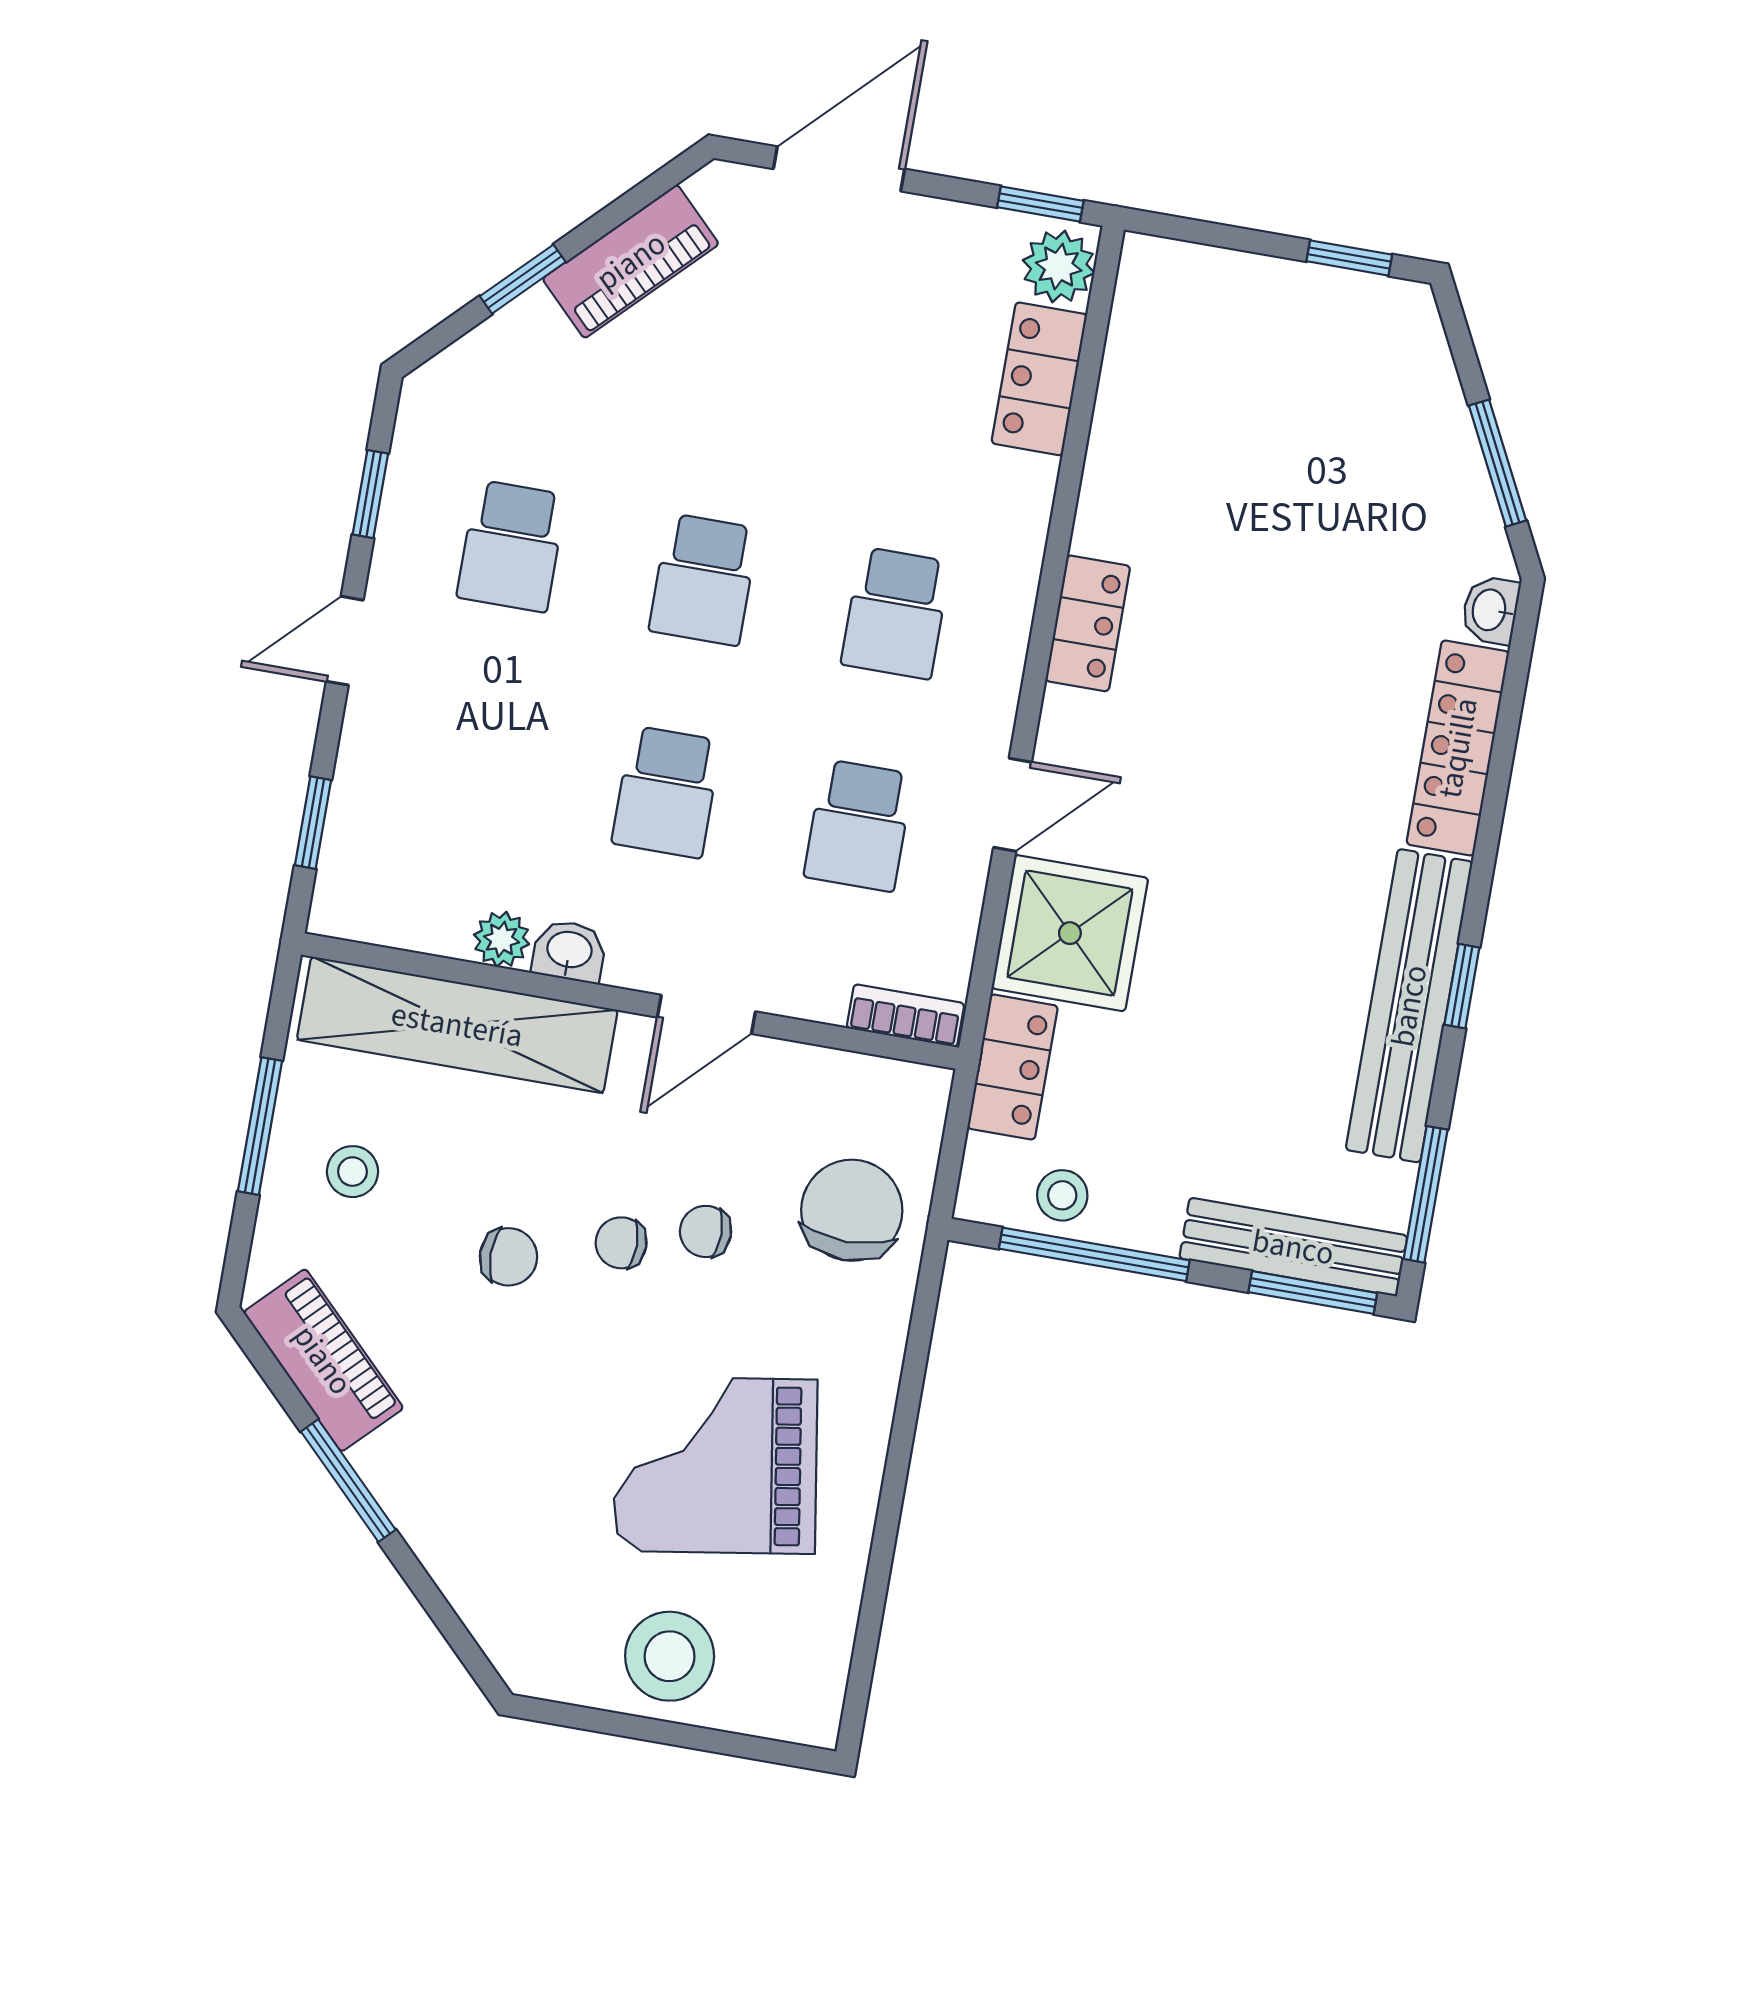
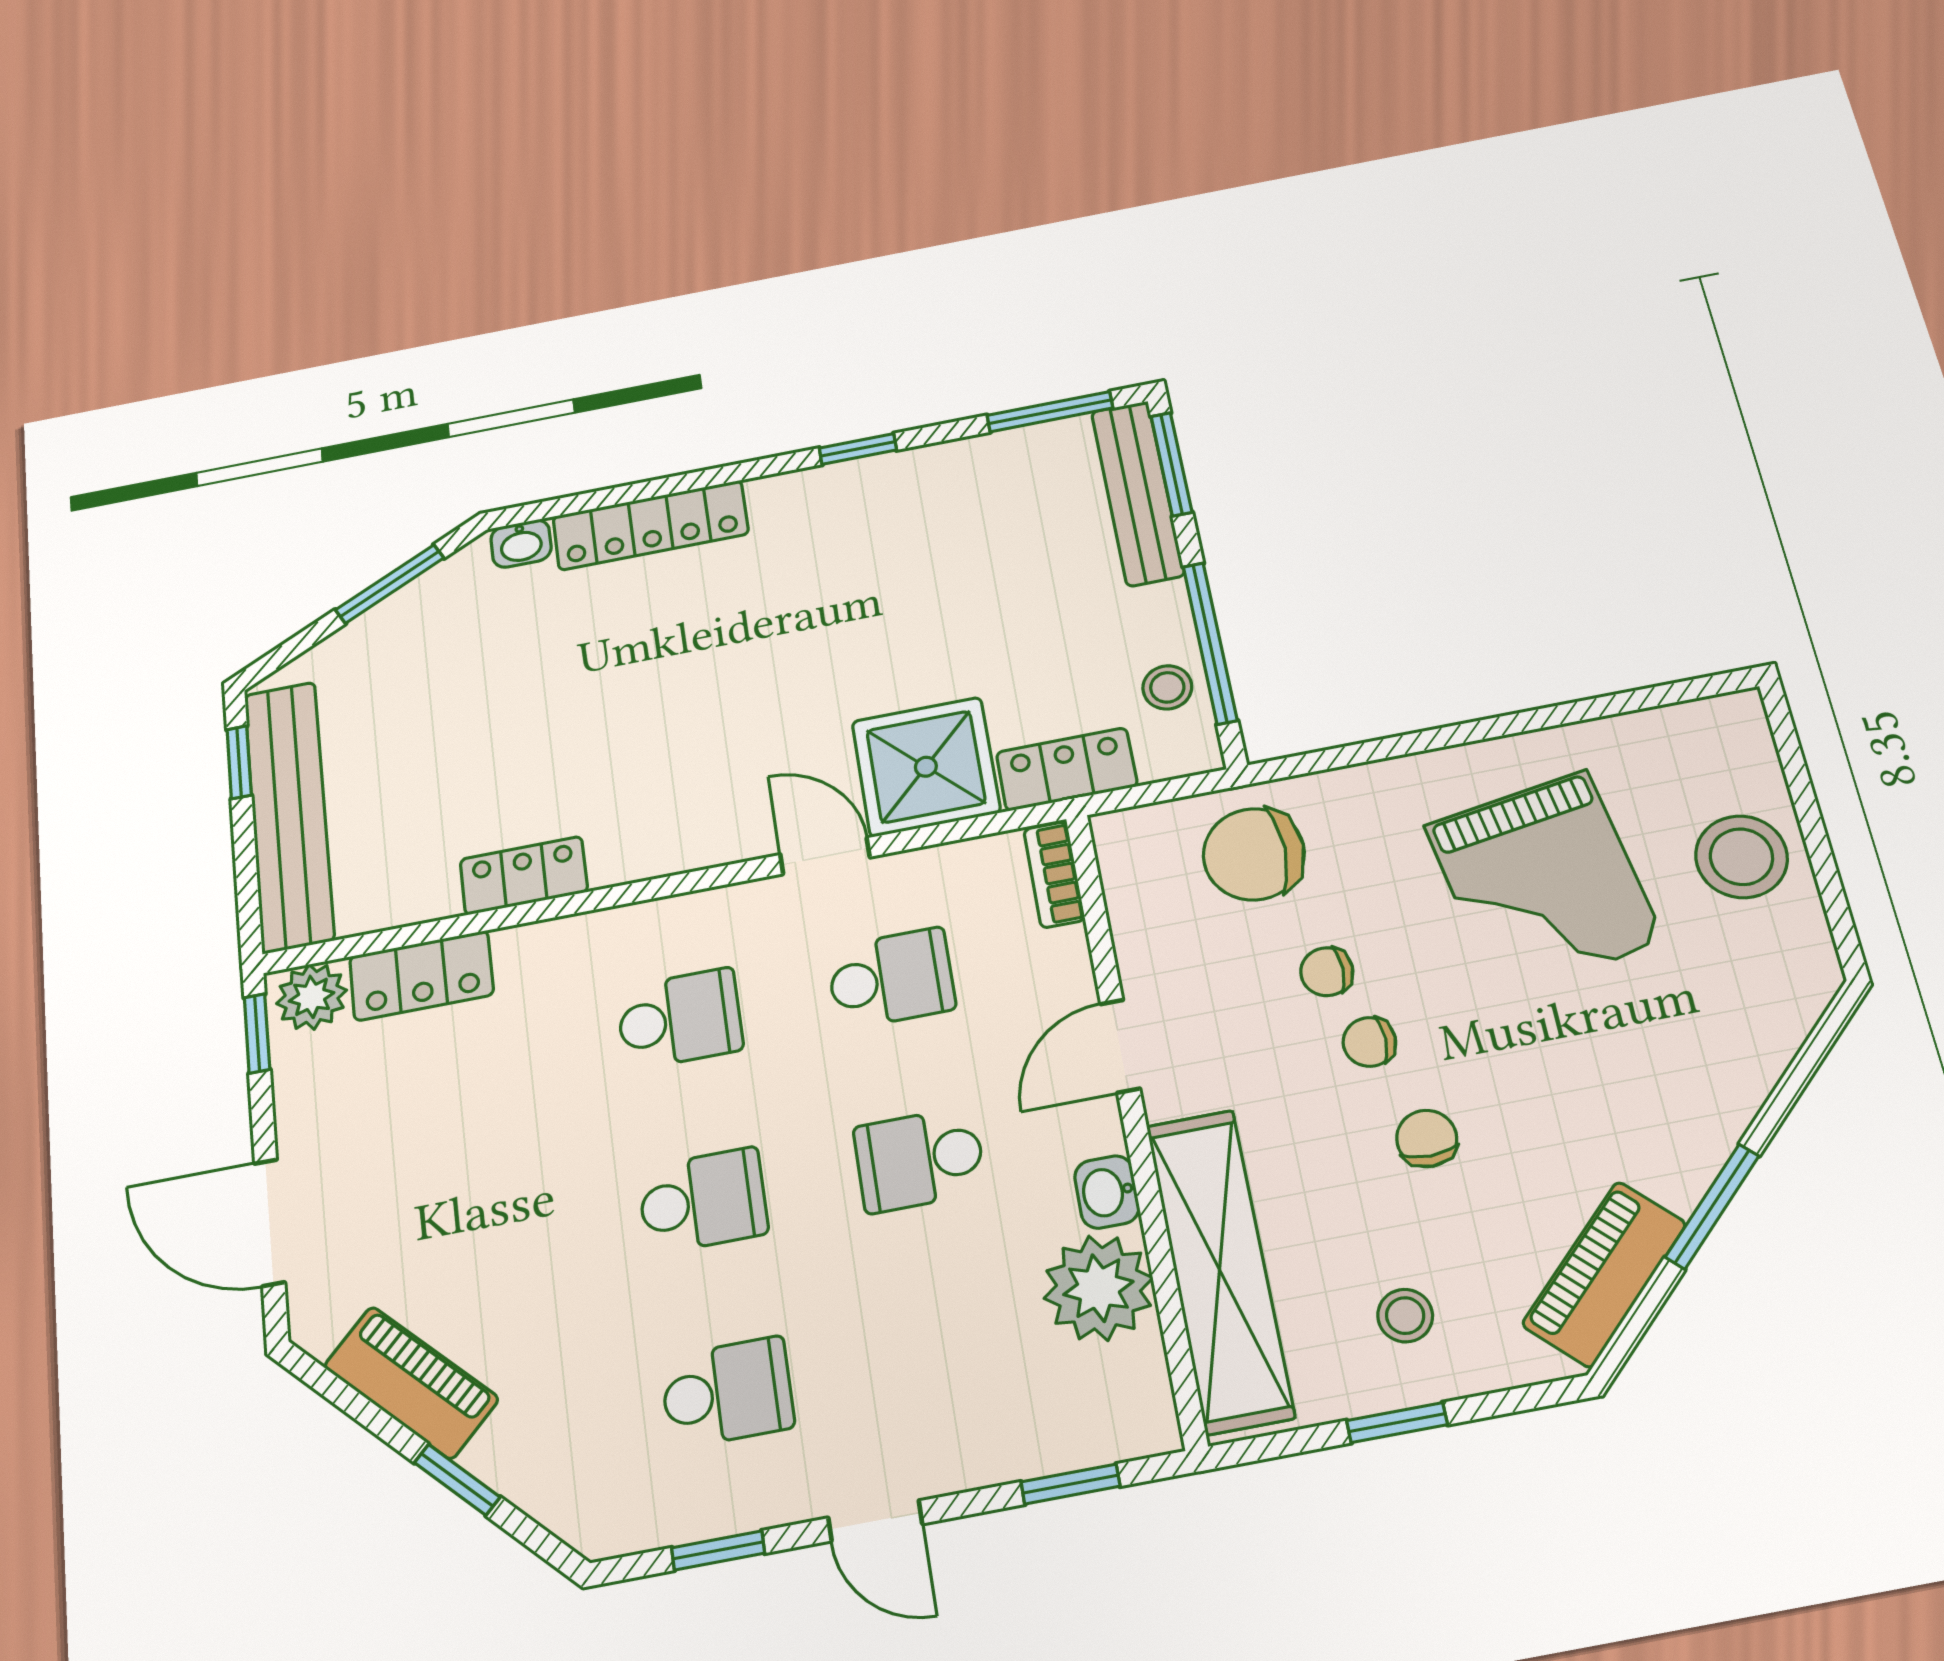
locker: (1088, 623) -> (524, 876), moved
school desk: (667, 792) -> (920, 1160), turned 180
plant: (502, 939) -> (1098, 1288), width x1.88, depth x1.88
bench: (1409, 1006) -> (289, 816), moved, turned 90
door: (706, 1014) -> (1120, 1046), swing flipped
window: (260, 1126) -> (1397, 1423), width x0.67
chair: (706, 1231) -> (1327, 972), turned 90
chair: (621, 1243) -> (1369, 1042), turned 90

